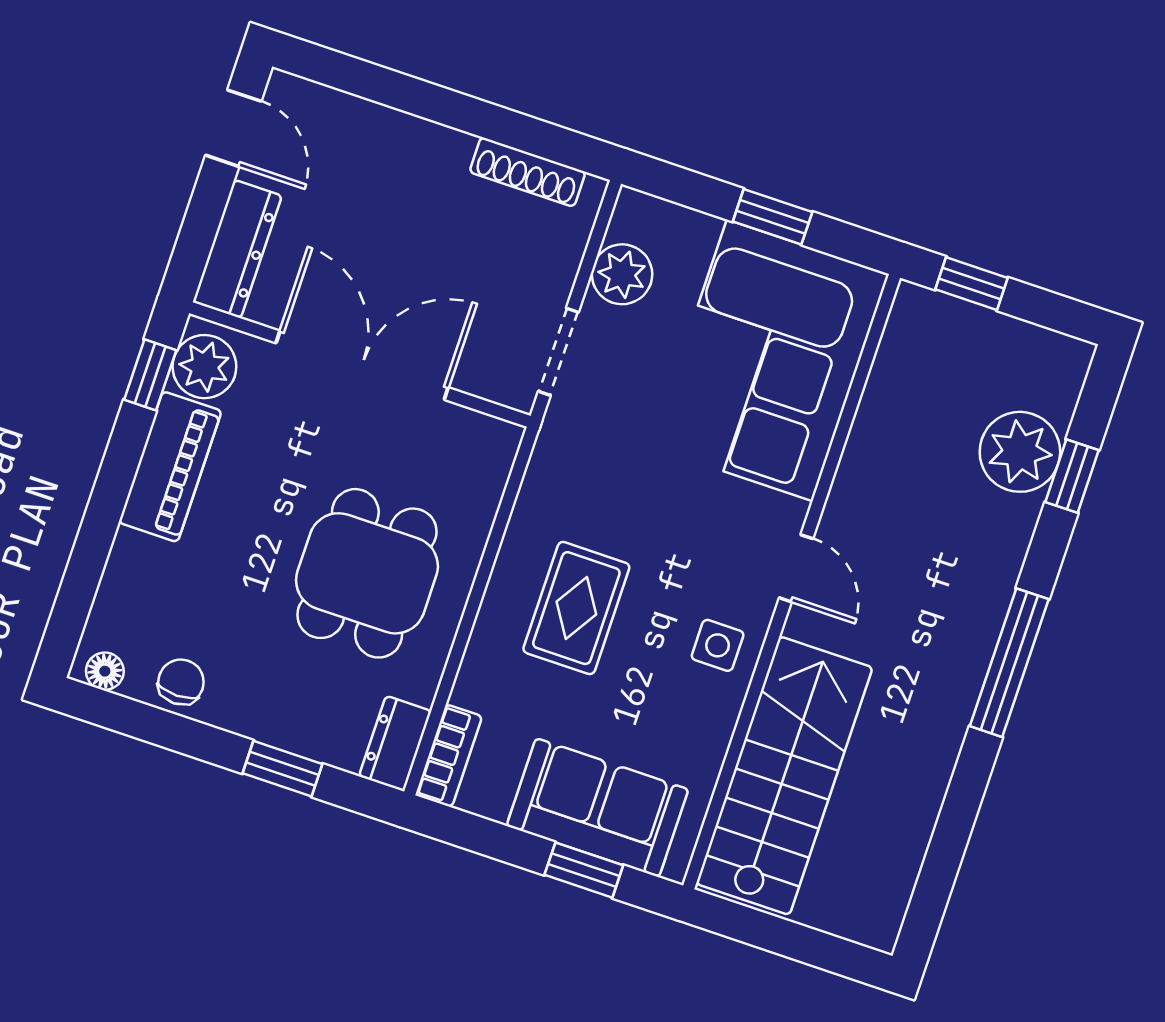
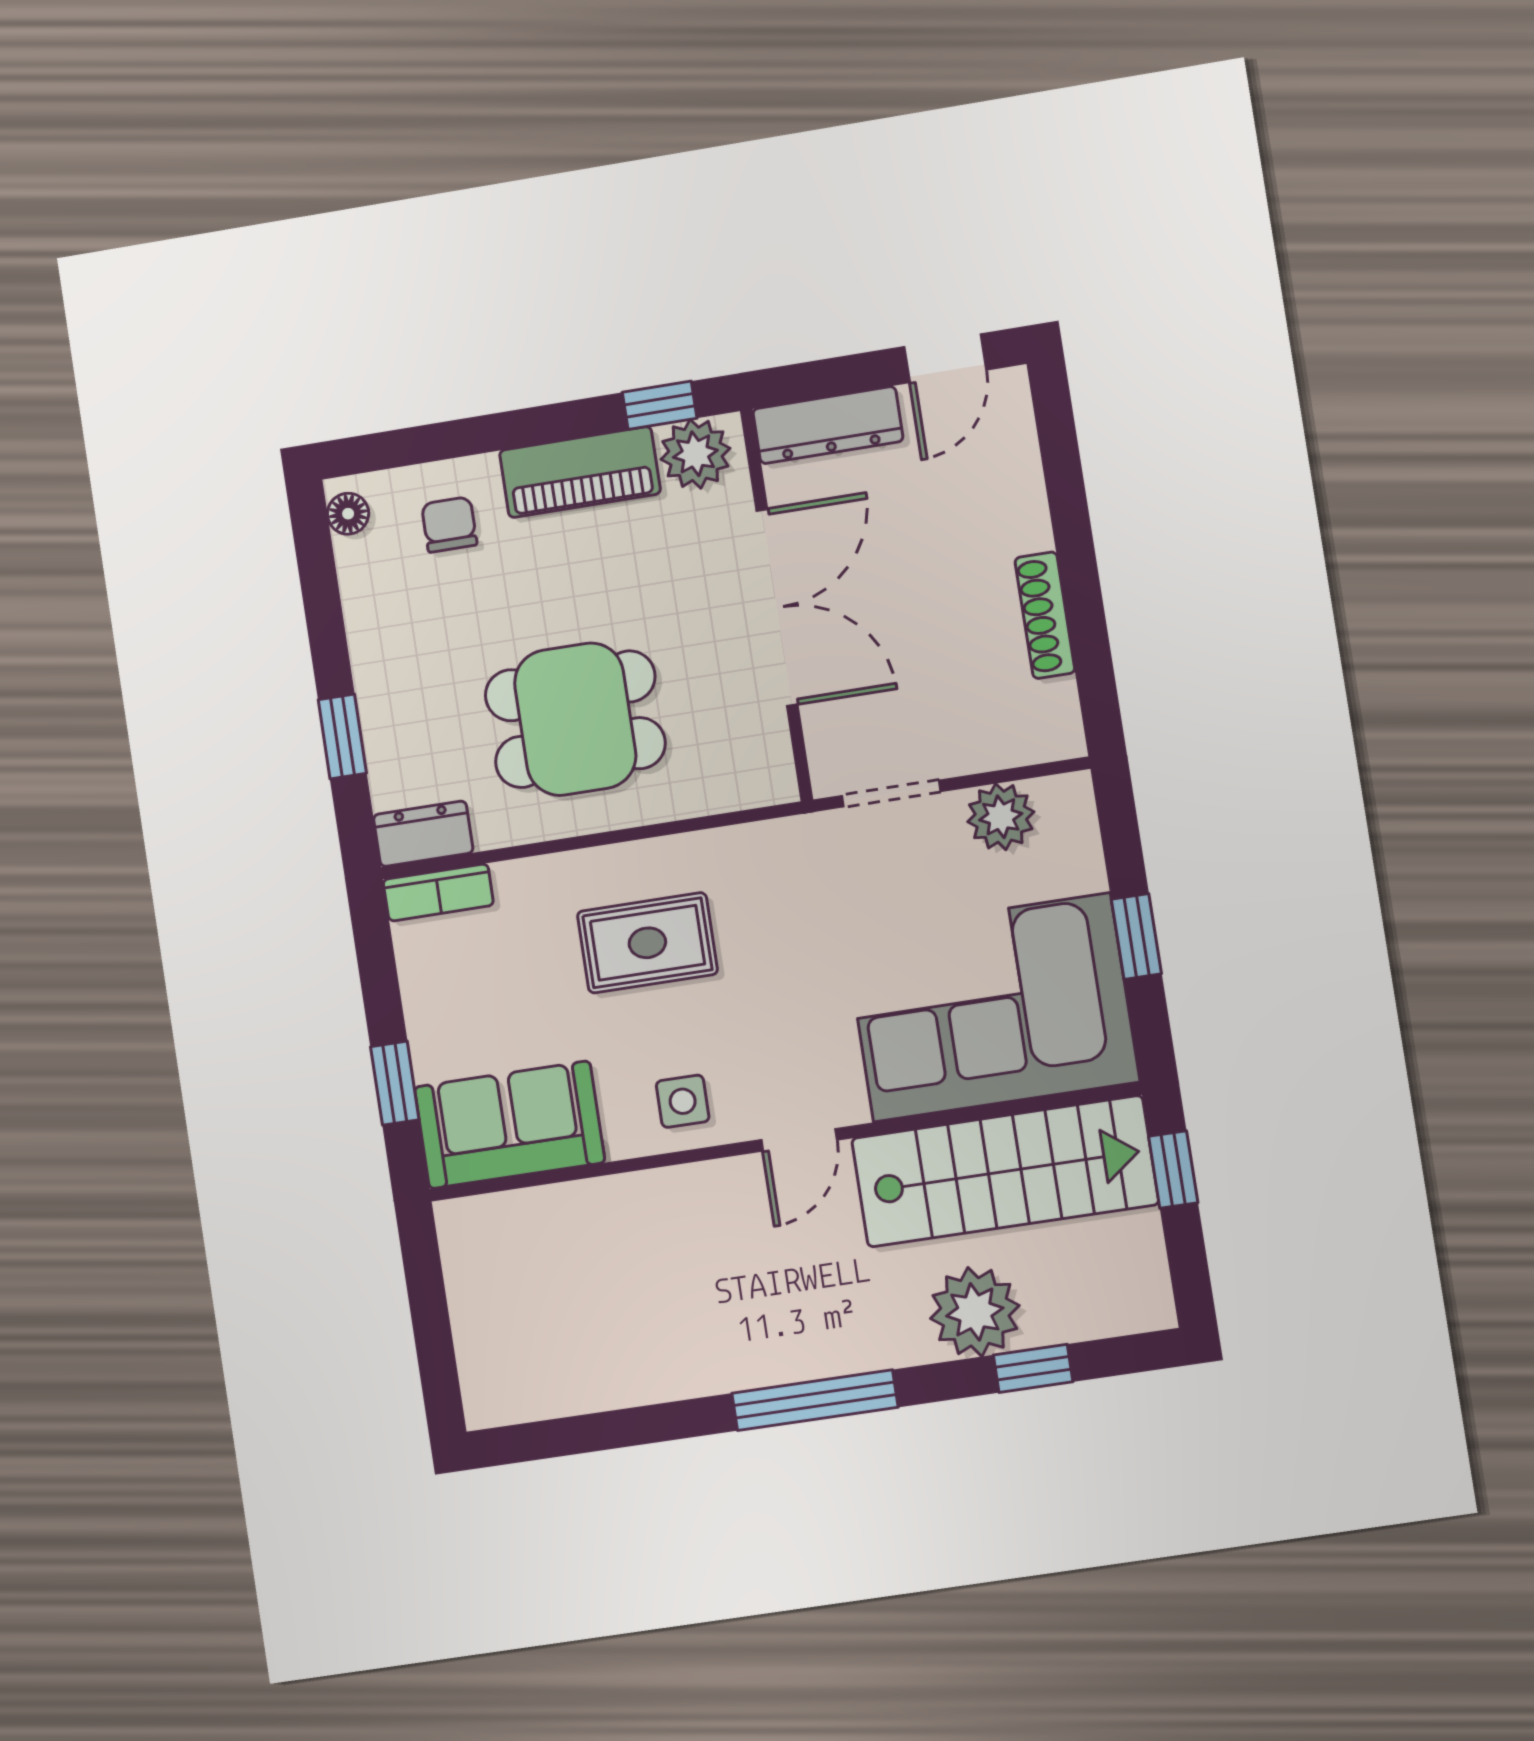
shoe rack: (527, 172) -> (1045, 615), moved
plant: (1020, 452) -> (975, 1312), moved
chair: (181, 682) -> (449, 524), moved, turned -90
stairs: (784, 776) -> (1005, 1171), moved
sofa: (597, 808) -> (509, 1125), moved, turned -90

